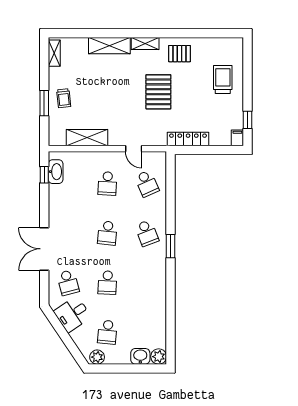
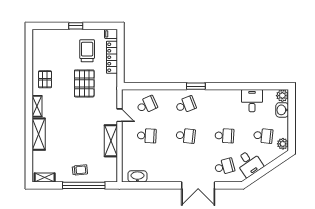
trolley: (223, 79) -> (87, 51), moved, turned 90
pallet: (158, 92) -> (84, 83), moved, turned 90
window: (44, 103) -> (84, 185), width x2.11
window: (248, 120) -> (76, 26), moved
shelving: (87, 138) -> (111, 141), moved
locker: (188, 139) -> (112, 57), moved
door: (134, 149) -> (119, 115), hinge flipped
window: (44, 175) -> (140, 185), removed
desk: (152, 318) -> (252, 101), added

